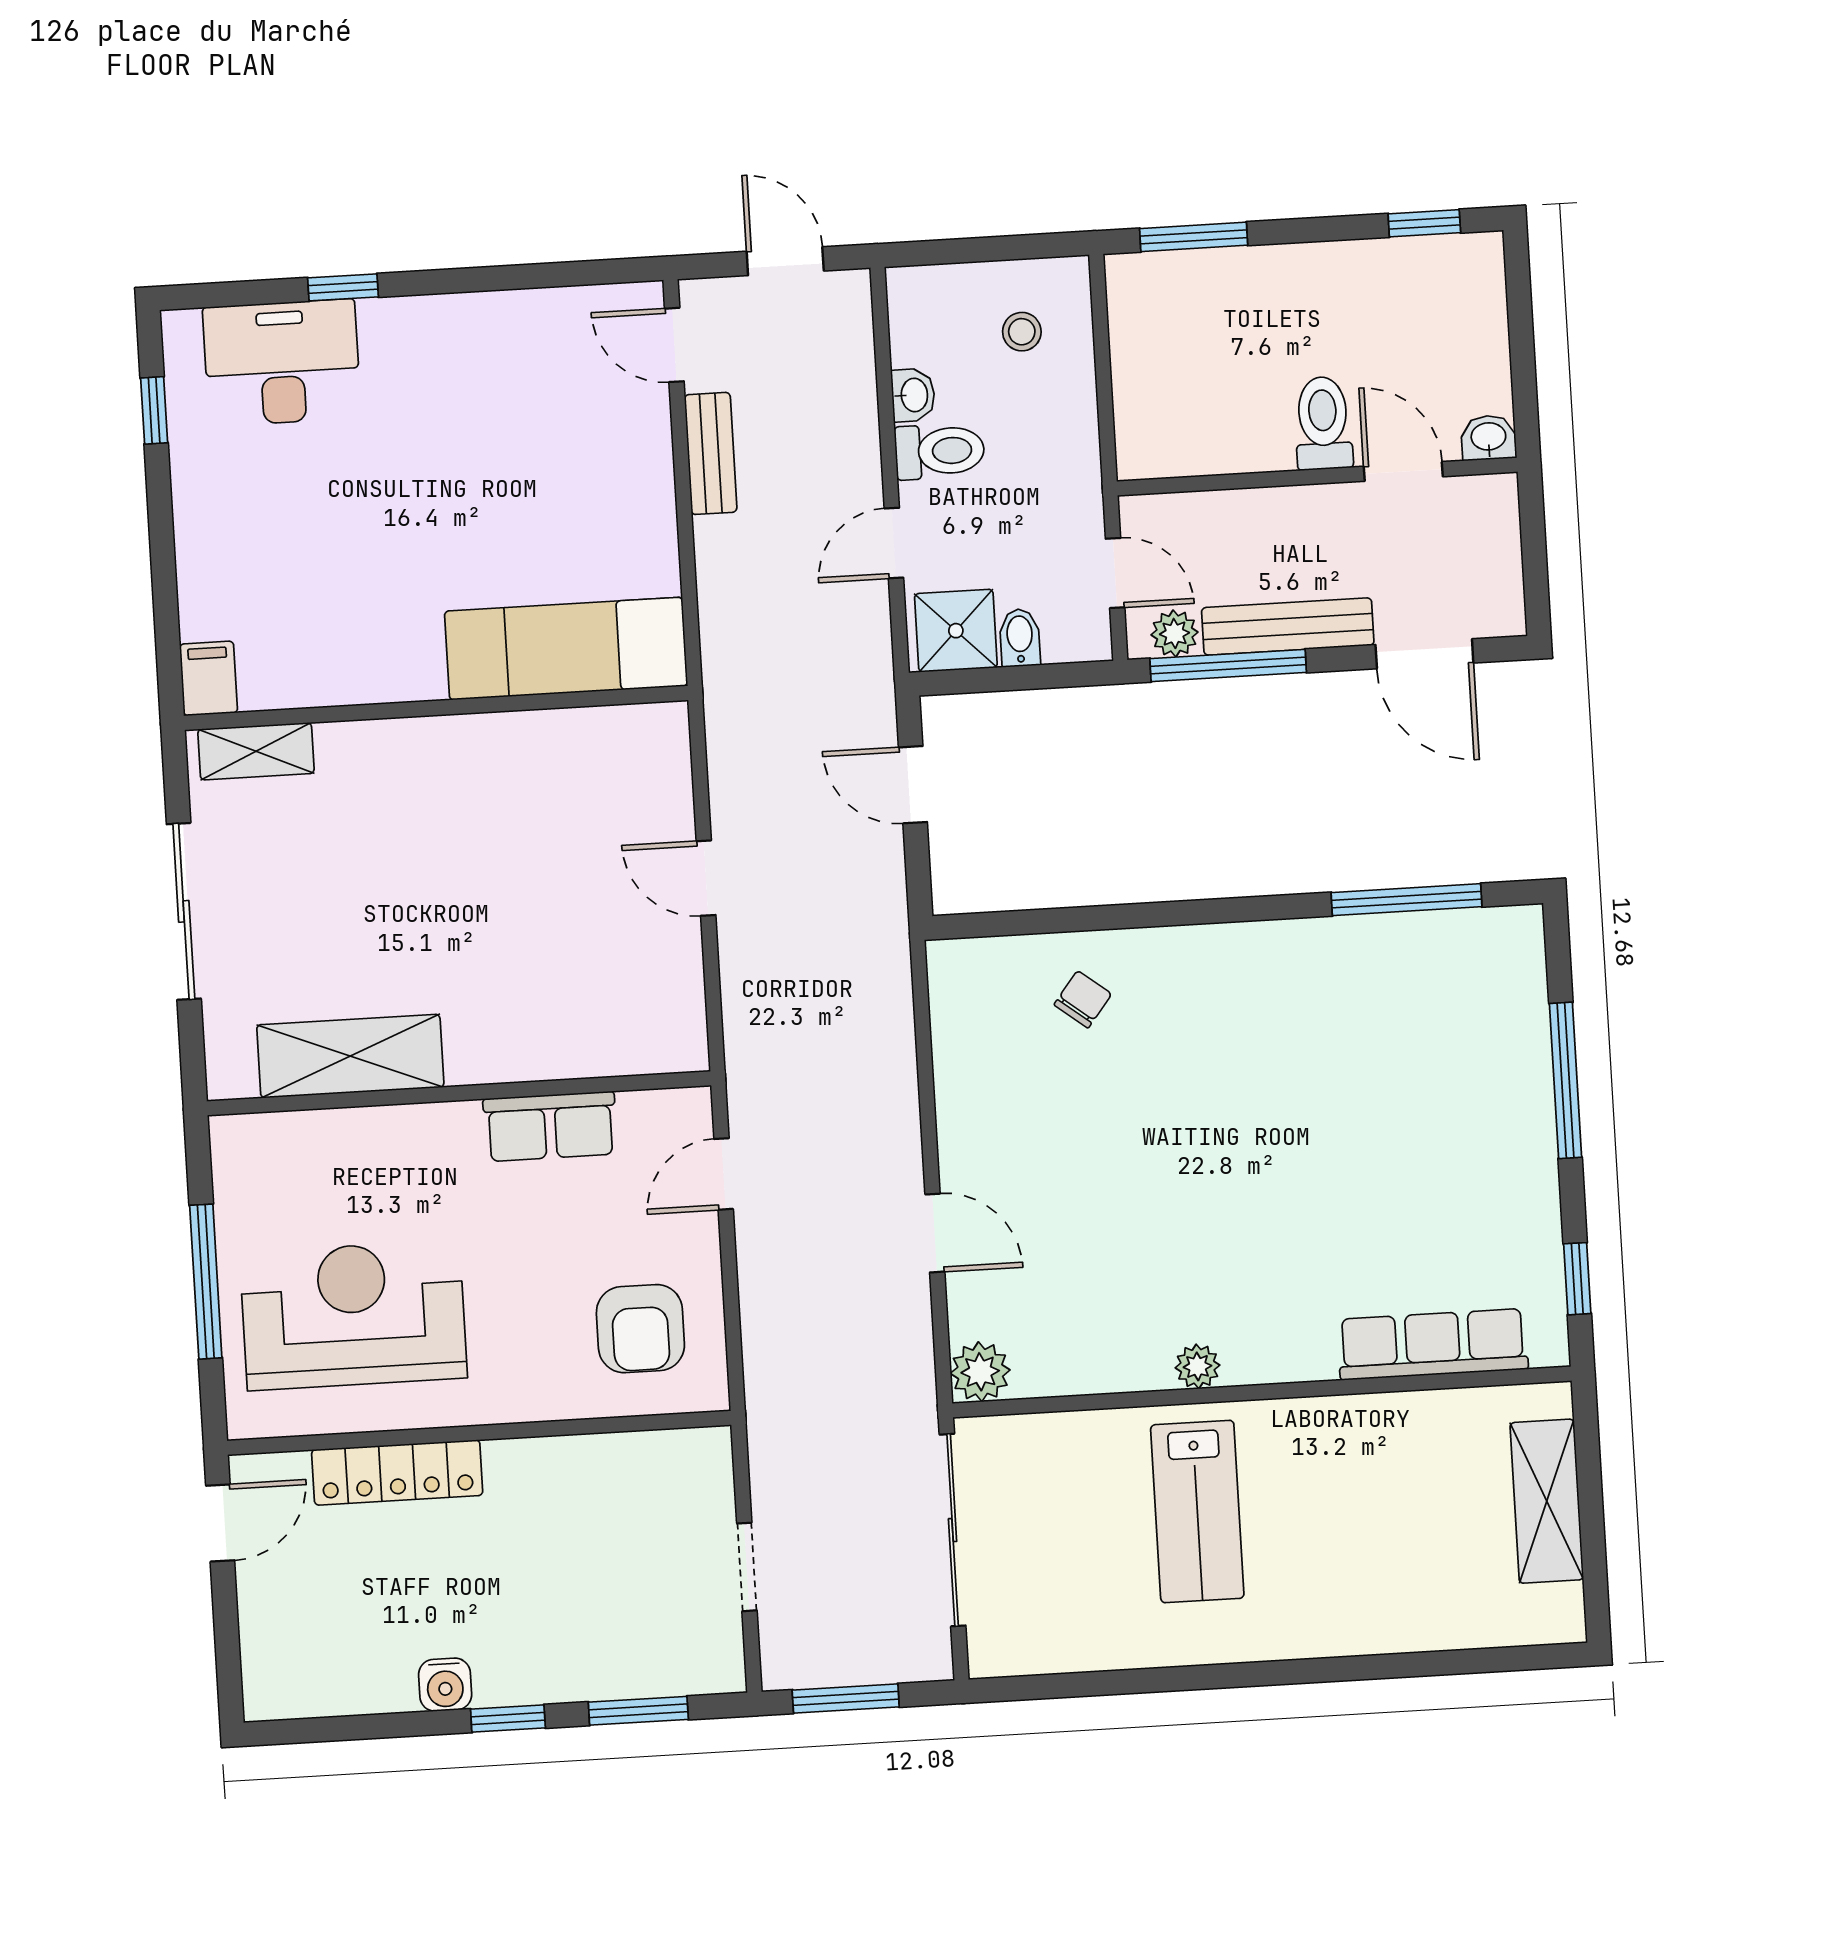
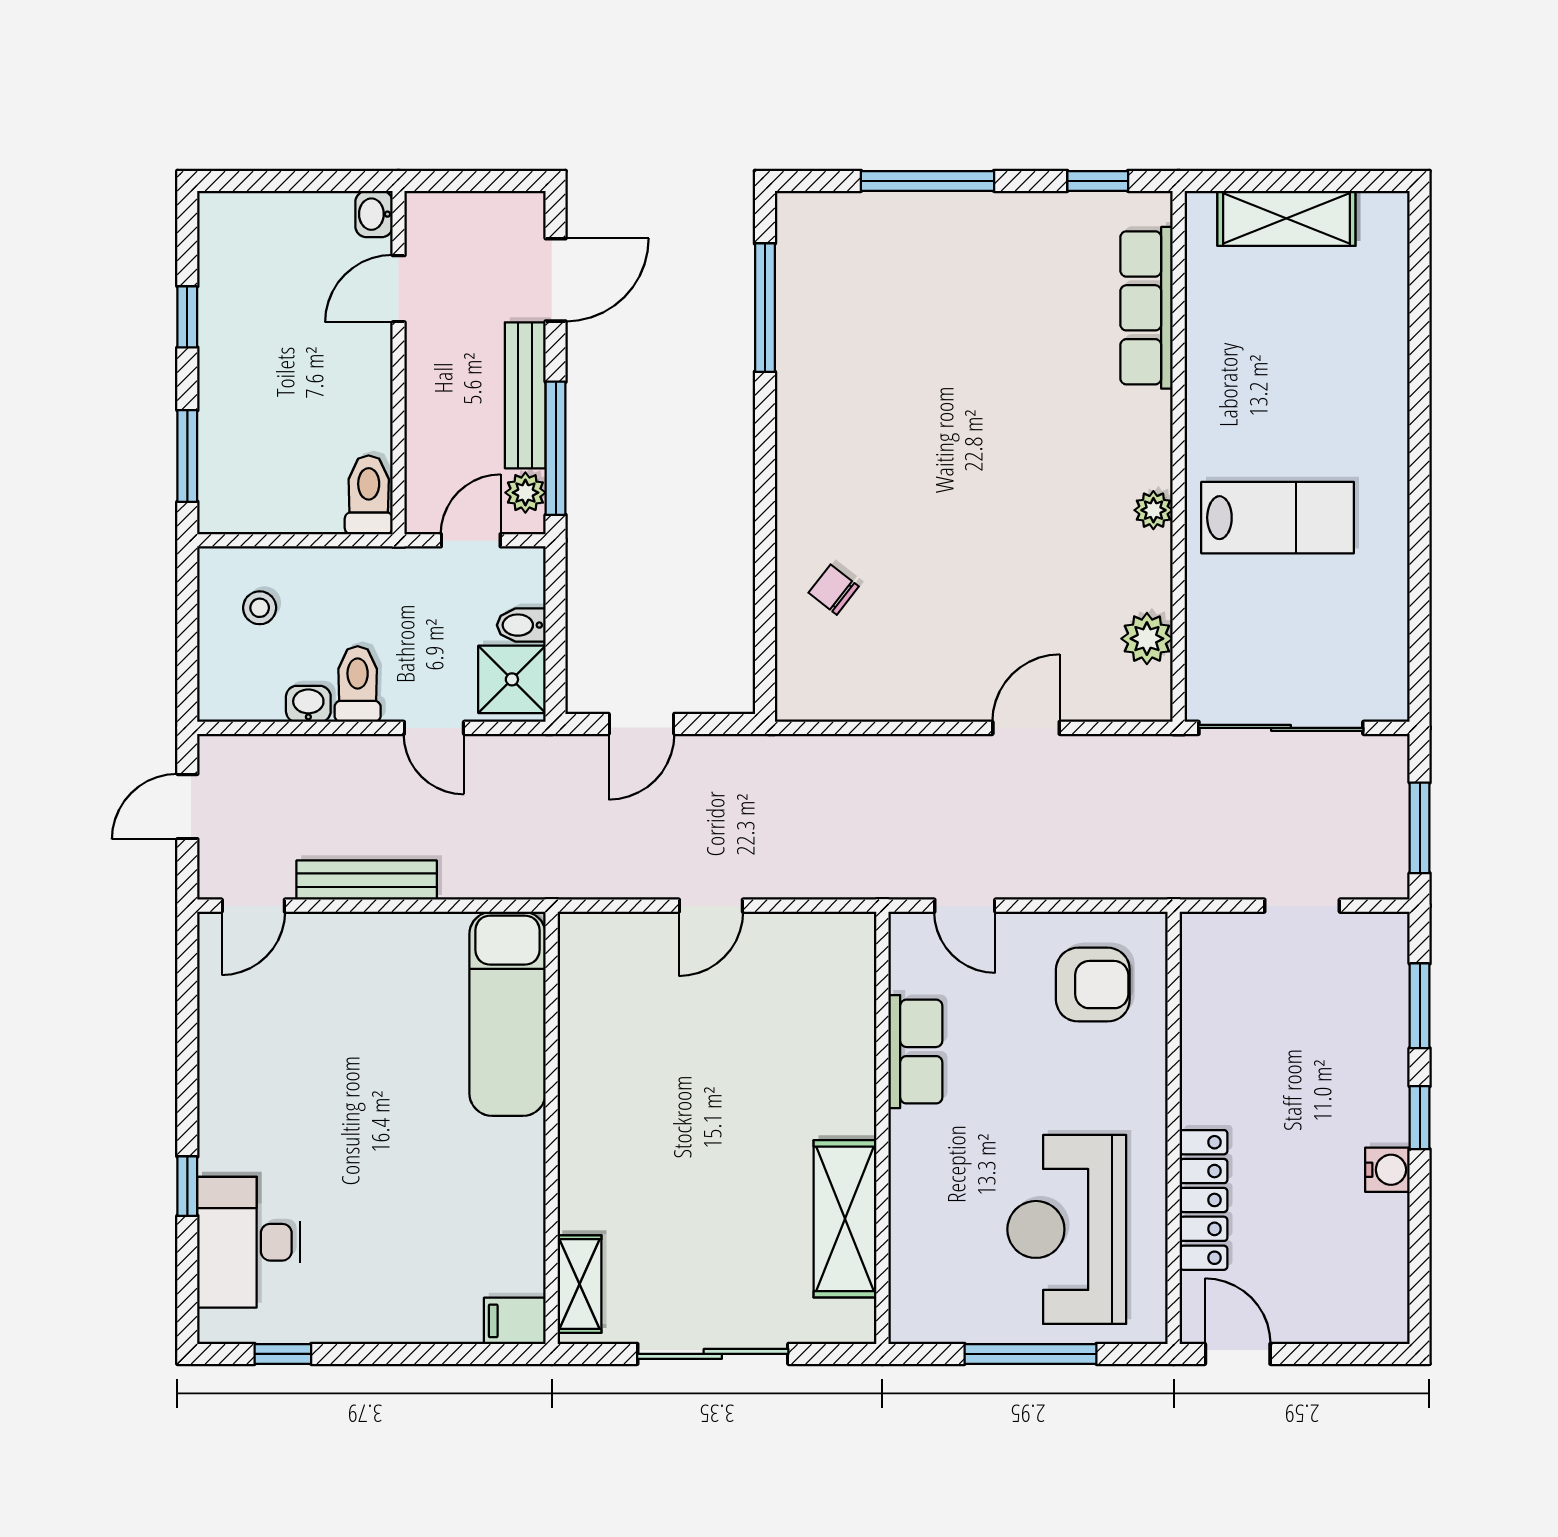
window: (1424, 223) -> (187, 317), moved
toilet: (1323, 423) -> (369, 495), moved, turned 90
bench: (711, 453) -> (367, 880), width x1.36
plant: (980, 1372) -> (1147, 639), moved

